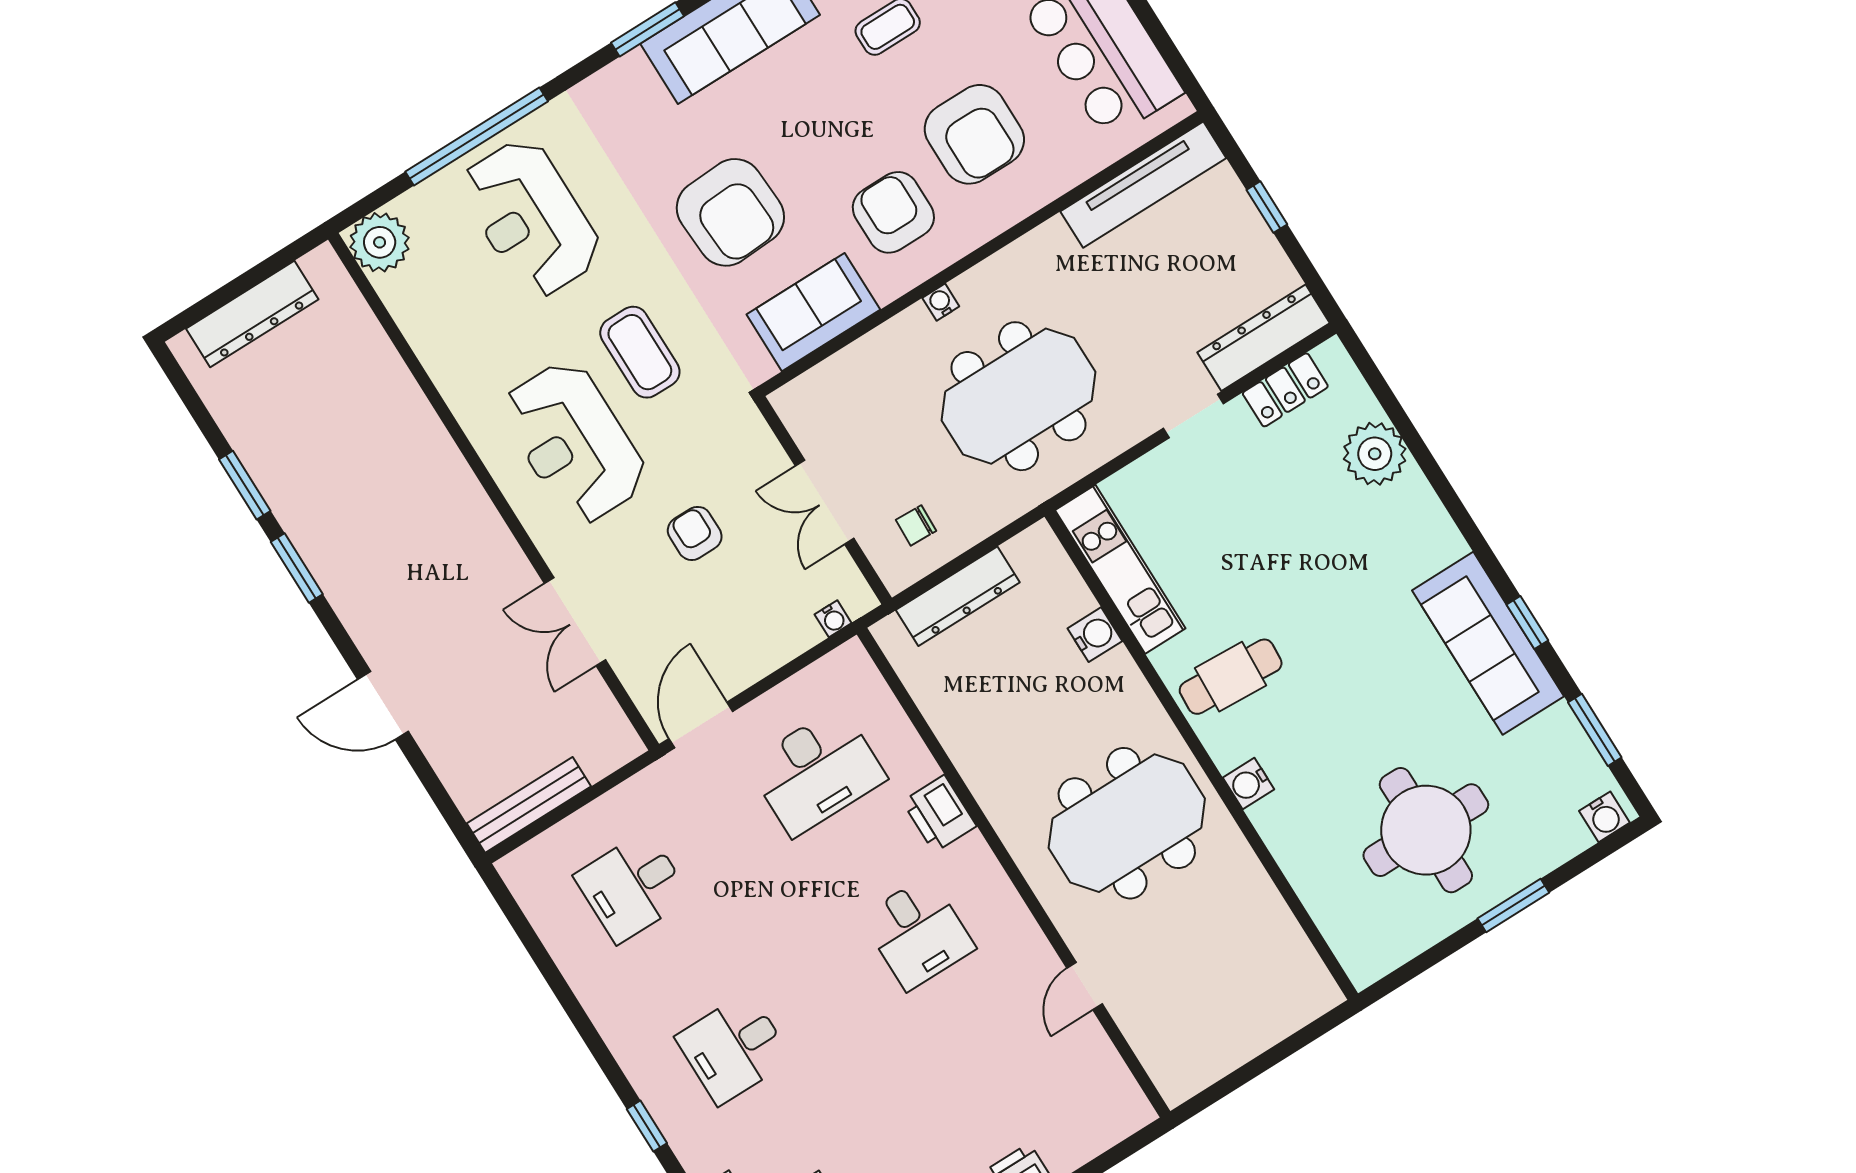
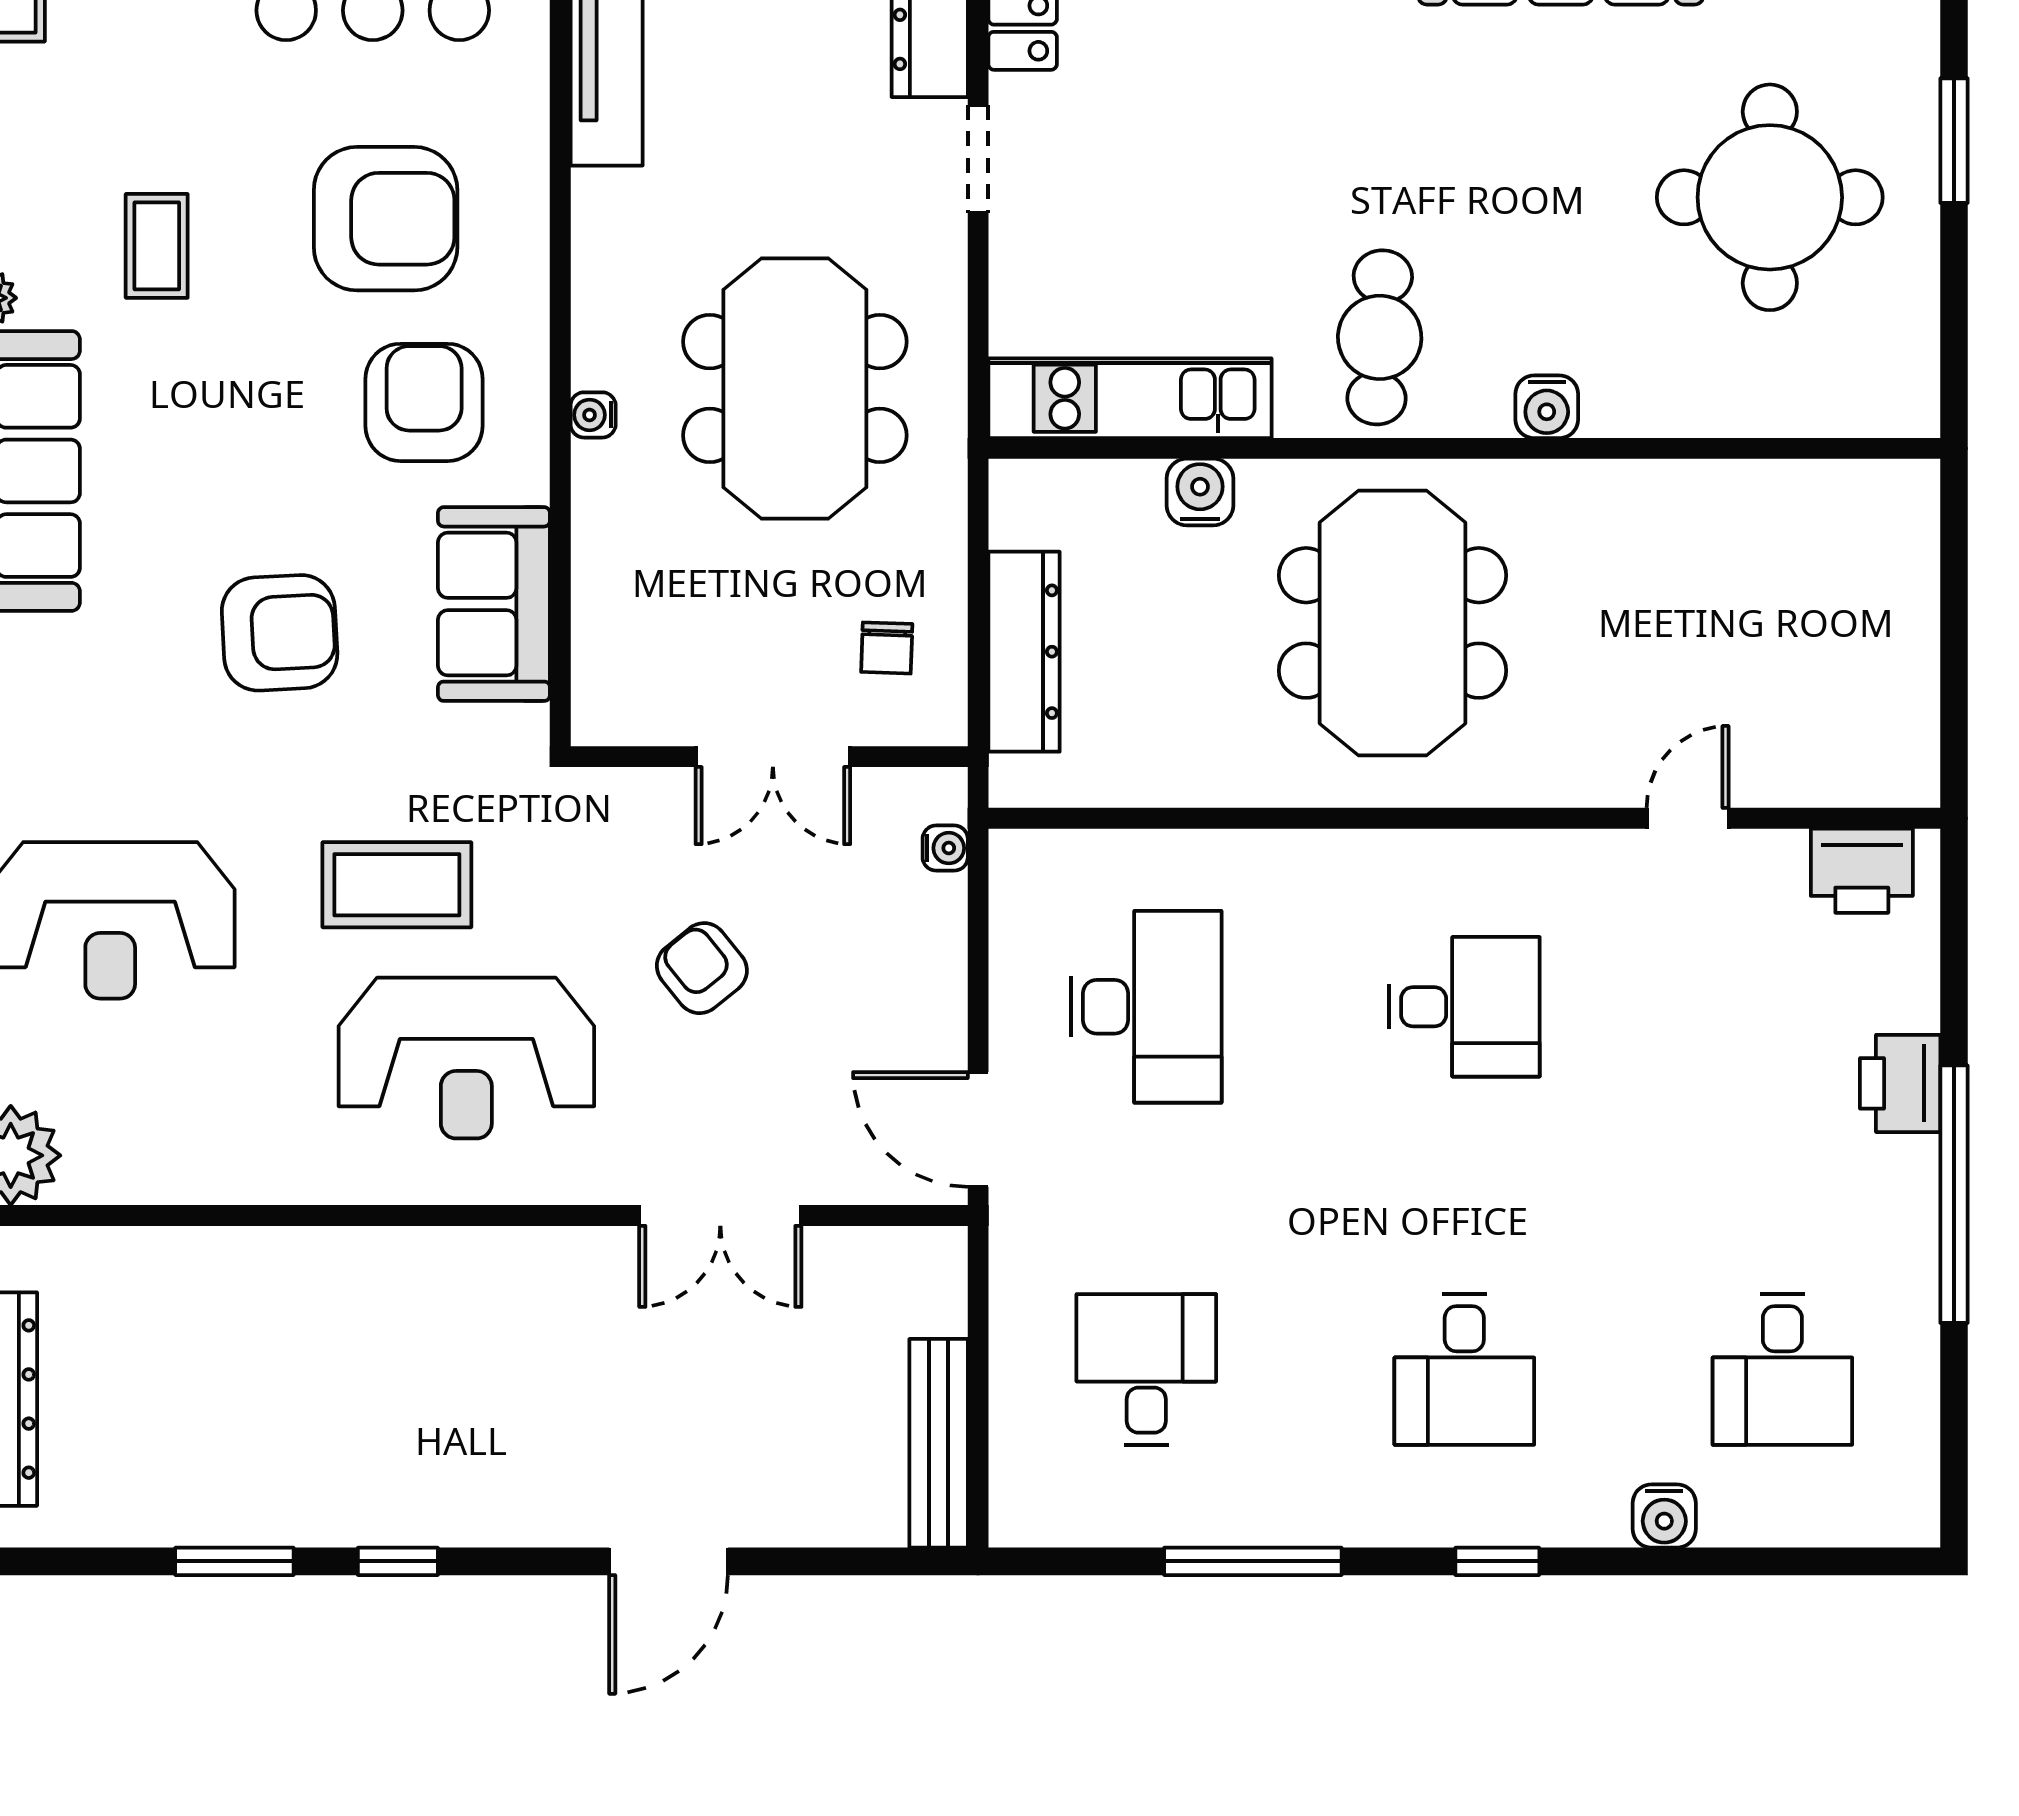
armchair: (730, 212) -> (280, 633), width x0.73, depth x0.73
armchair: (893, 212) -> (424, 402), turned 90
armchair: (695, 533) -> (702, 968), turned 51
window: (297, 568) -> (398, 1561), width x0.67
printer: (939, 814) -> (1862, 871), moved
meeting table: (1127, 823) -> (1392, 623), moved
desk: (632, 887) -> (1146, 1369), turned 180
door: (1085, 986) -> (1688, 818), swing flipped
window: (569, 1002) -> (1253, 1561), added

